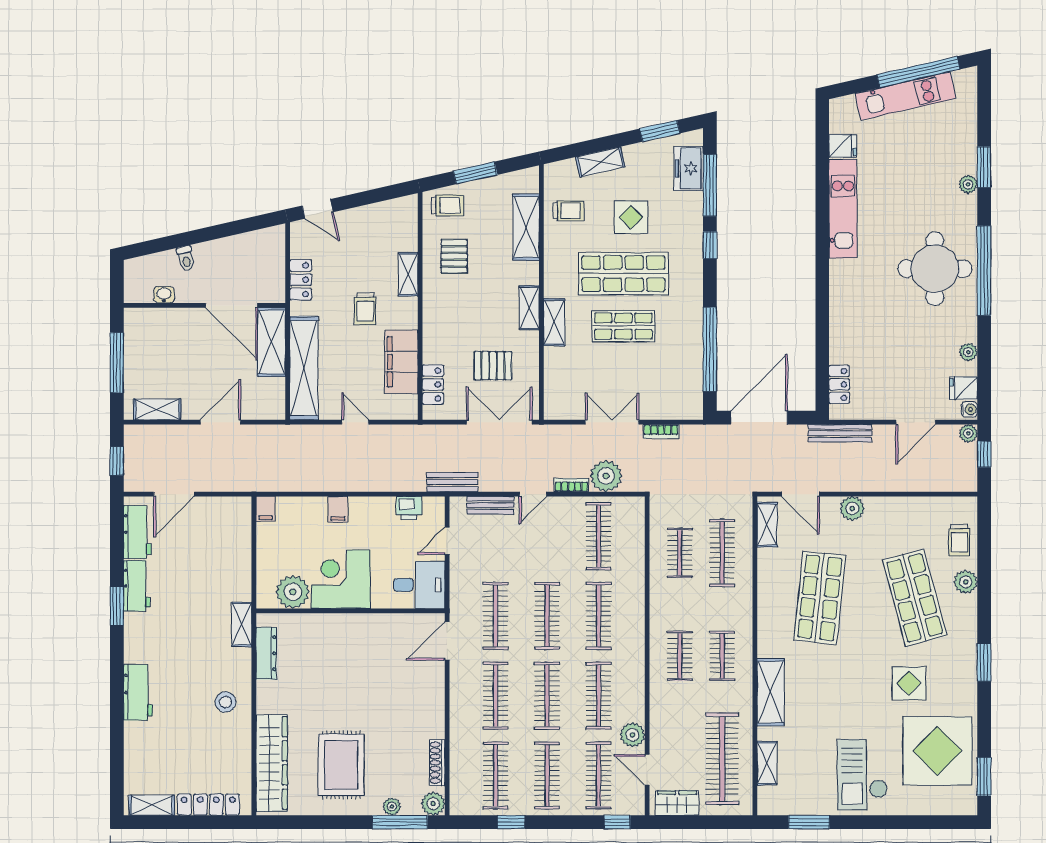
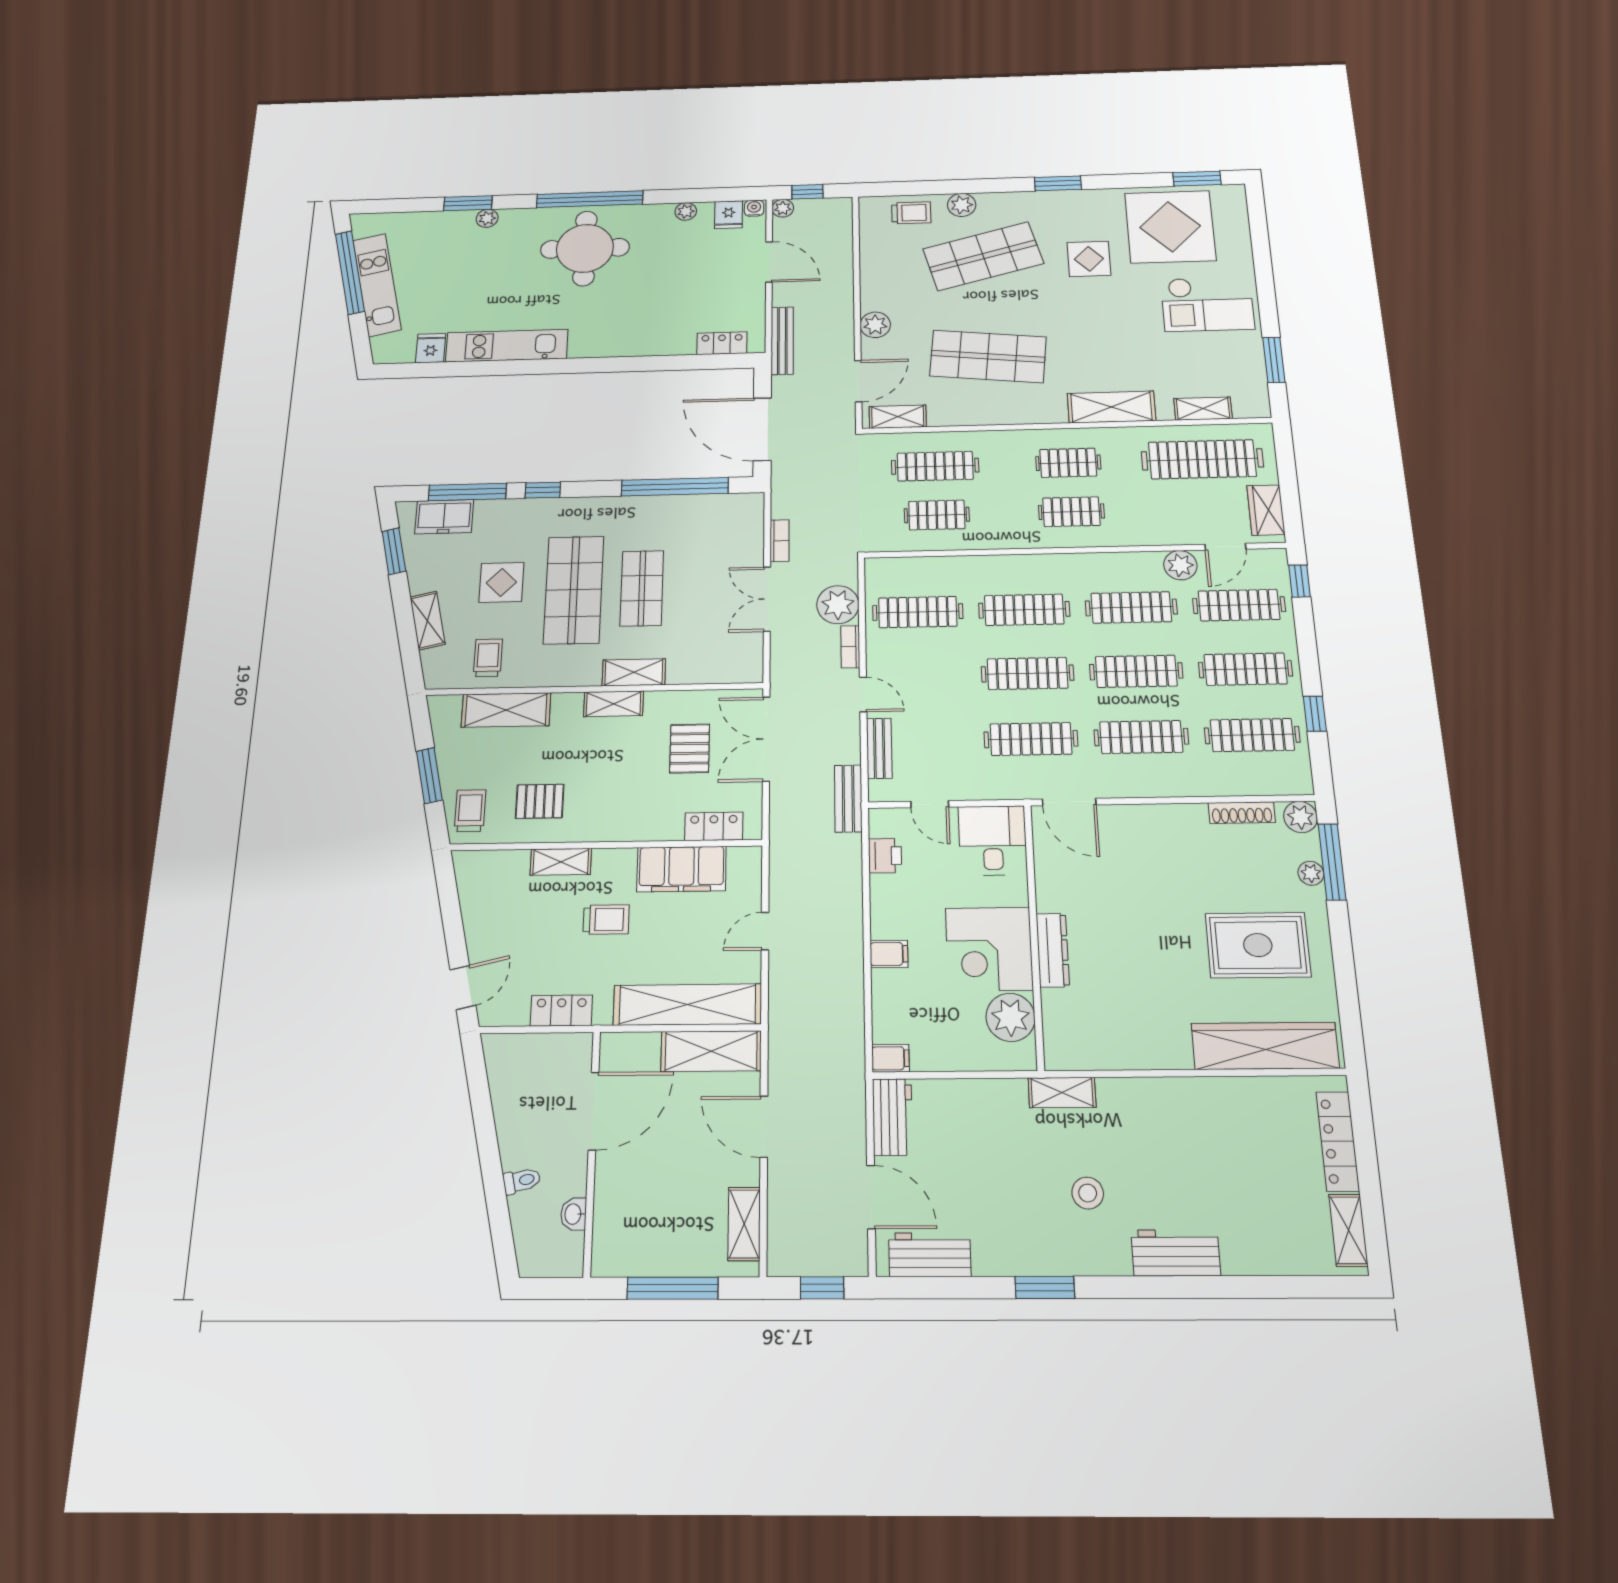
shelving: (272, 342) -> (711, 1051), moved
workbench: (137, 586) -> (892, 1117), moved, turned 90
dresser: (266, 653) -> (1053, 950), moved, turned 90
stool: (225, 702) -> (1088, 1193), moved

